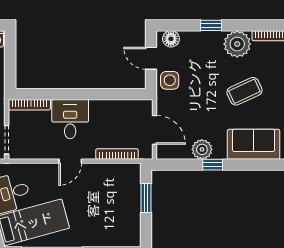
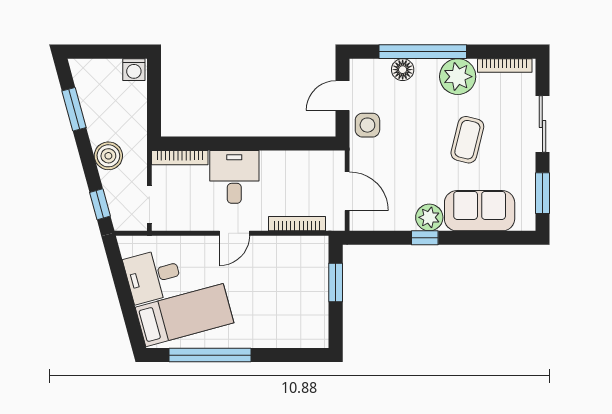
window: (211, 25) -> (423, 52), width x3.17
floor lamp: (171, 39) -> (403, 70), moved
door: (151, 58) -> (343, 96), hinge flipped
coffee table: (244, 91) -> (467, 140), turned -51
plant: (202, 149) -> (429, 217), moved

